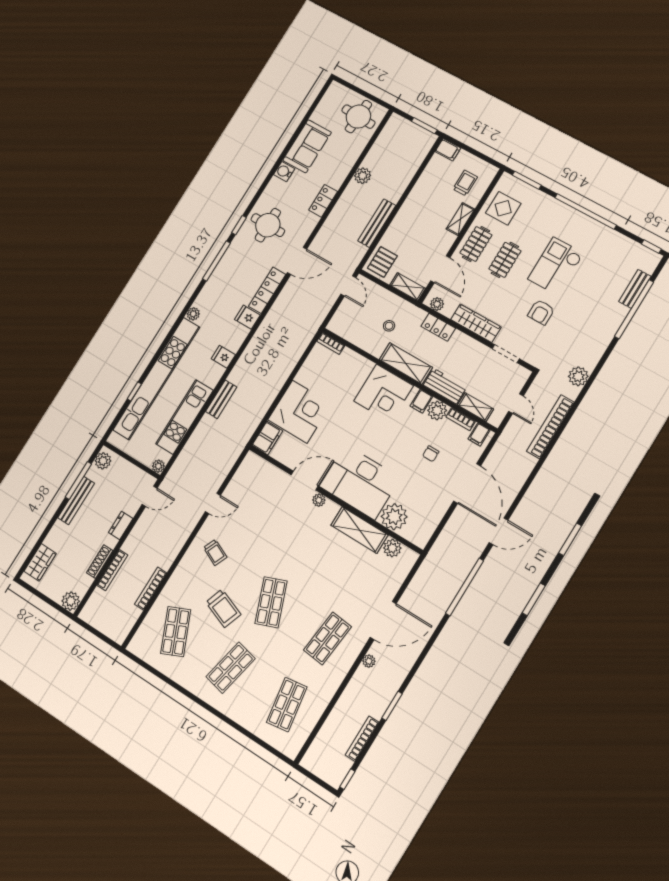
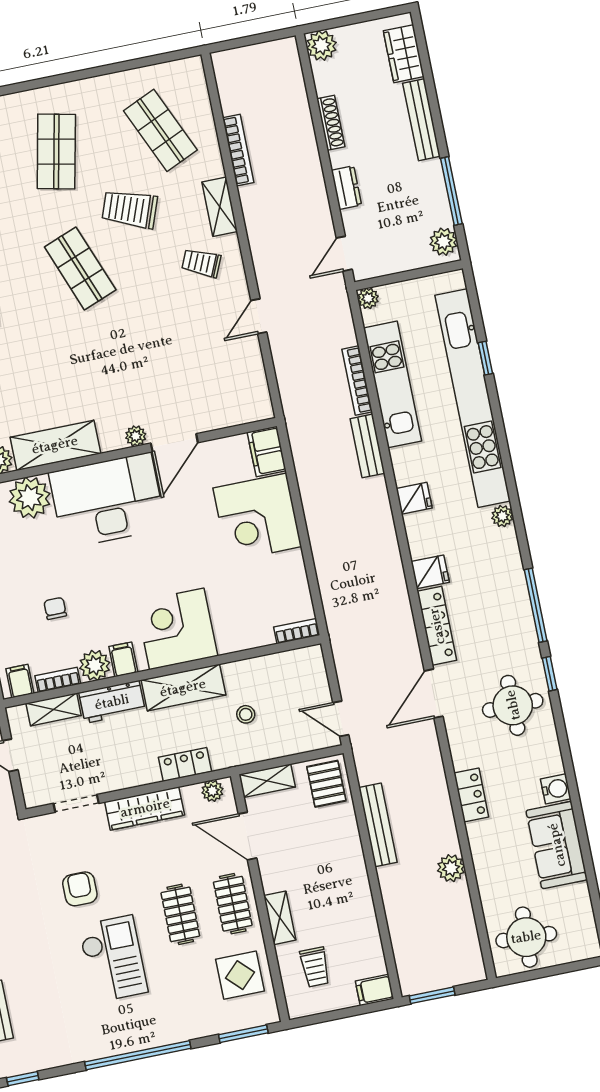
bench: (76, 500) -> (421, 120), moved
bookcase: (112, 570) -> (357, 380), moved
shelving: (183, 570) -> (220, 207), added

